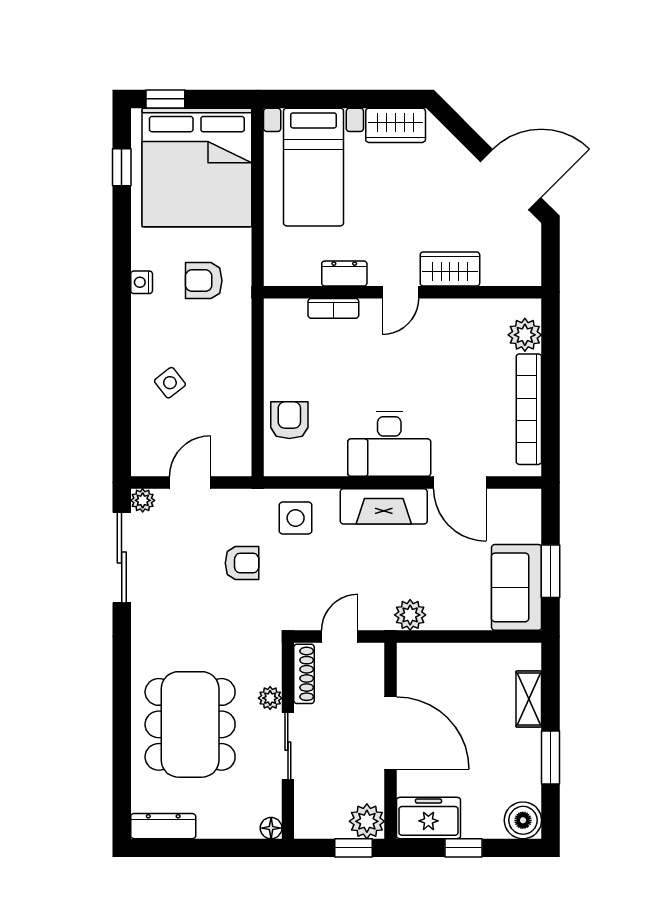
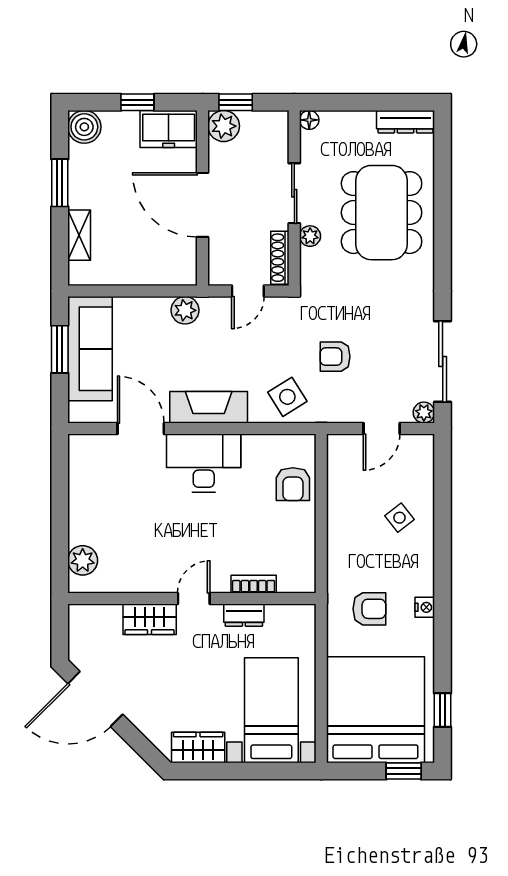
bookcase: (529, 409) -> (79, 494), removed
side table: (296, 518) -> (287, 397), turned -32
sofa: (517, 587) -> (90, 349), width x1.36

